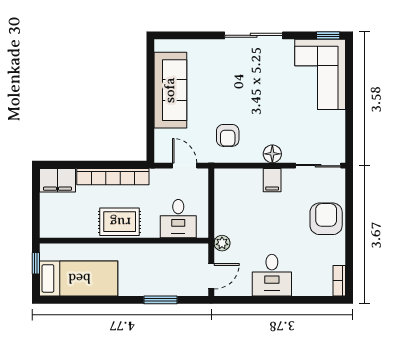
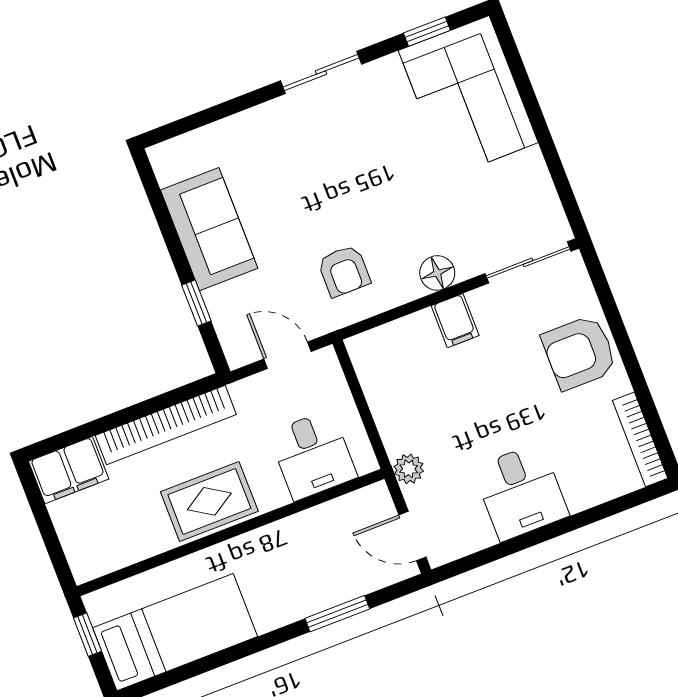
sliding door: (254, 35) -> (321, 72), width x0.73
window: (328, 35) -> (427, 32), moved
sofa: (170, 90) -> (209, 229), width x0.73
window: (150, 123) -> (196, 303), added
armchair: (326, 219) -> (579, 353), turned -90
door: (211, 276) -> (412, 536), swing flipped
bookcase: (339, 281) -> (640, 439), width x1.56

